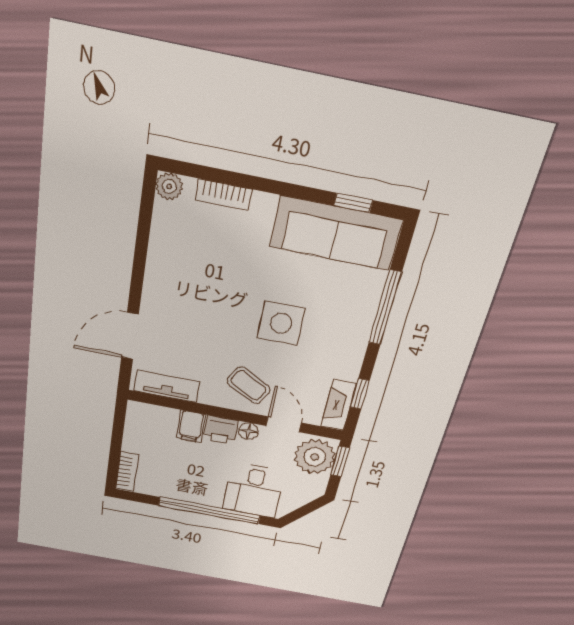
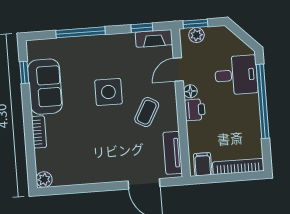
bookcase: (224, 195) -> (39, 132), moved
sofa: (335, 233) -> (45, 87), width x0.73
coffee table: (248, 385) -> (147, 112), moved
filing cabinet: (191, 426) -> (203, 164), moved, turned -90
plant: (315, 457) -> (196, 35), width x0.53, depth x0.53
bookcase: (127, 472) -> (238, 166), width x1.56

